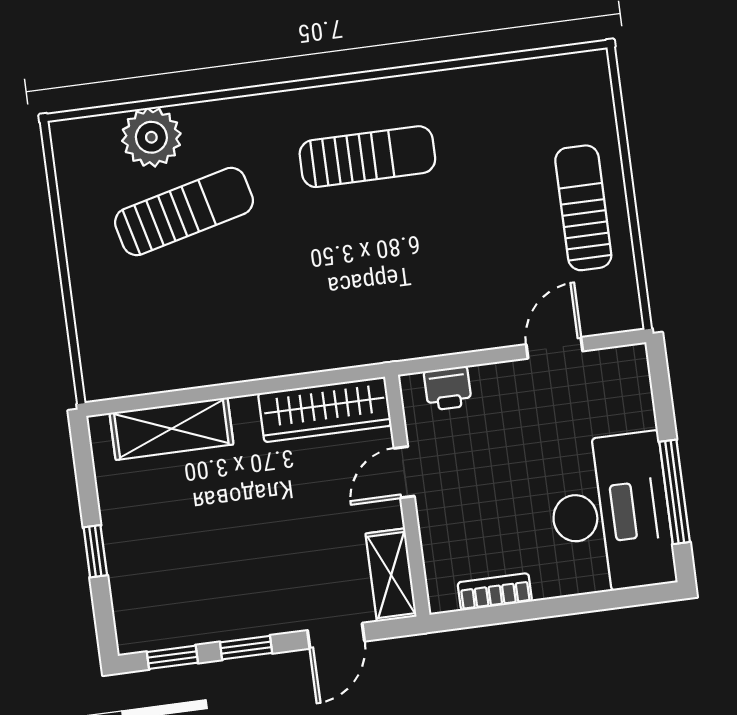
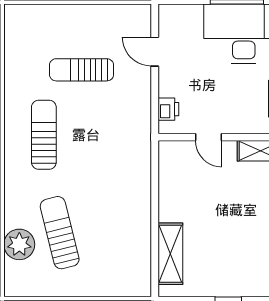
sun lounger: (583, 208) -> (82, 70), moved
wardrobe: (325, 409) -> (171, 174), removed

